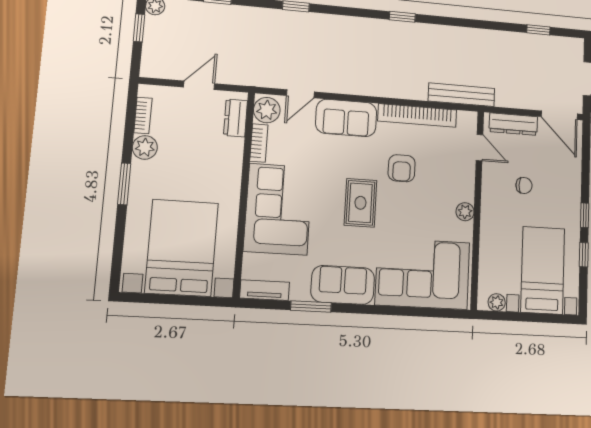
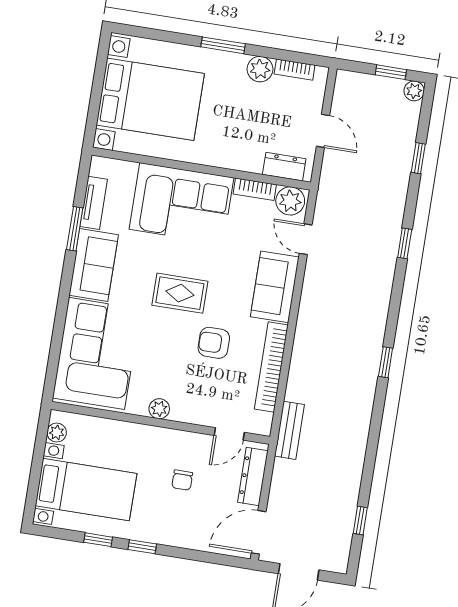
bench: (461, 95) -> (289, 430), width x0.73
tv unit: (265, 290) -> (94, 203), moved

